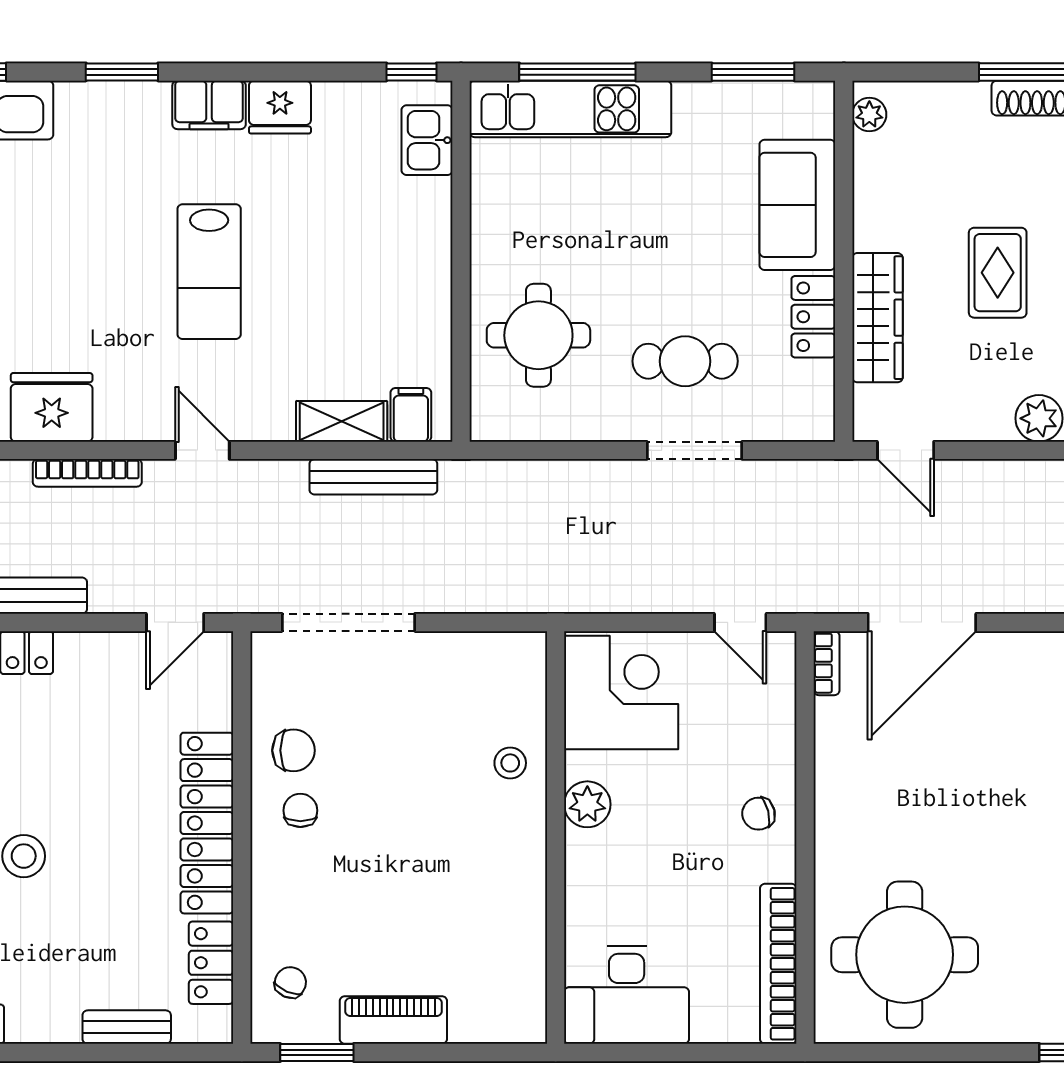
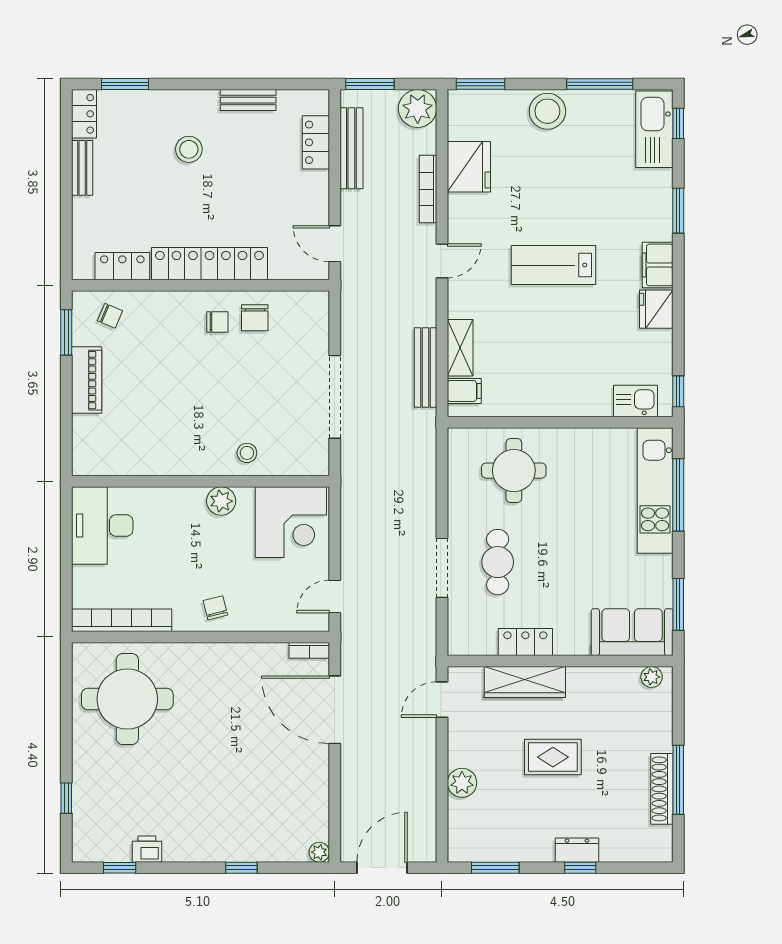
sofa: (797, 205) -> (632, 632), moved
doorway: (348, 622) -> (335, 397), moved
bench: (127, 1027) -> (82, 168), moved

